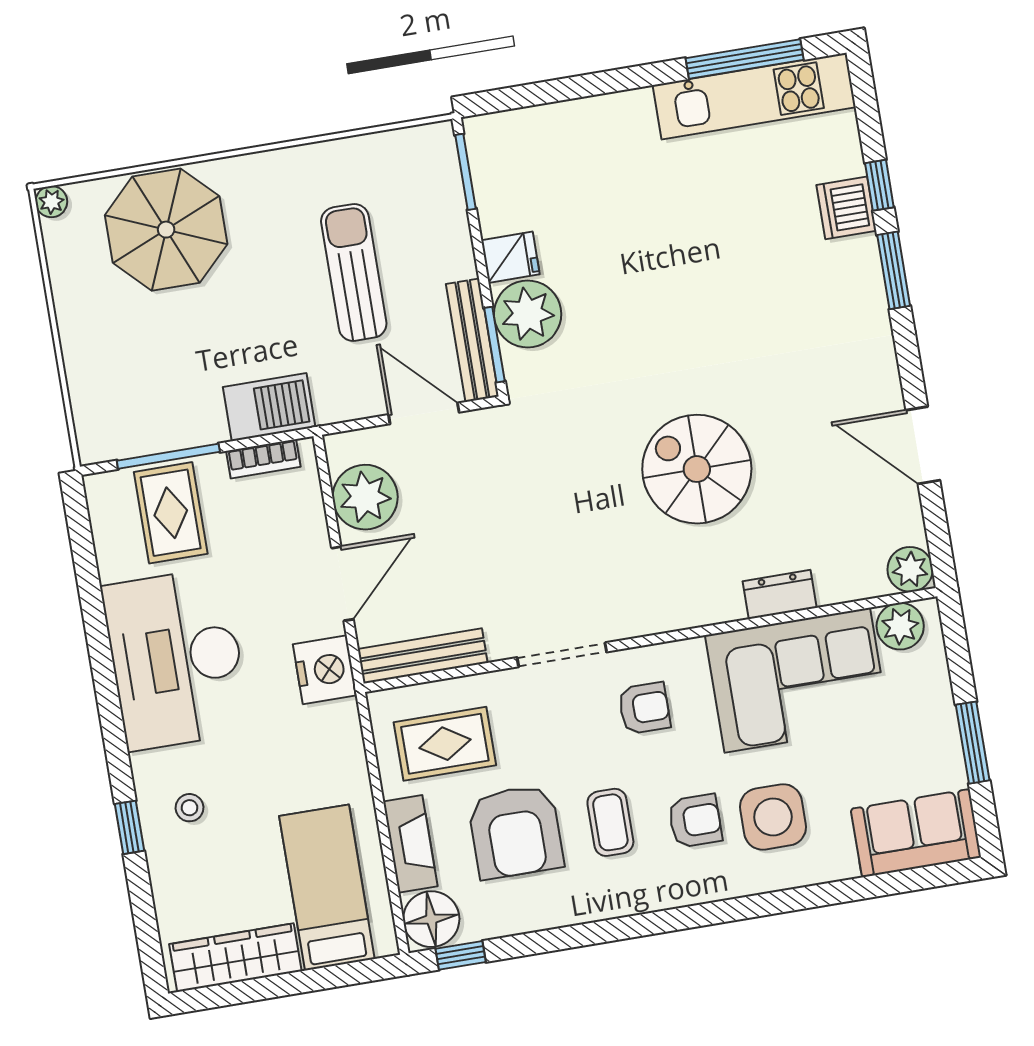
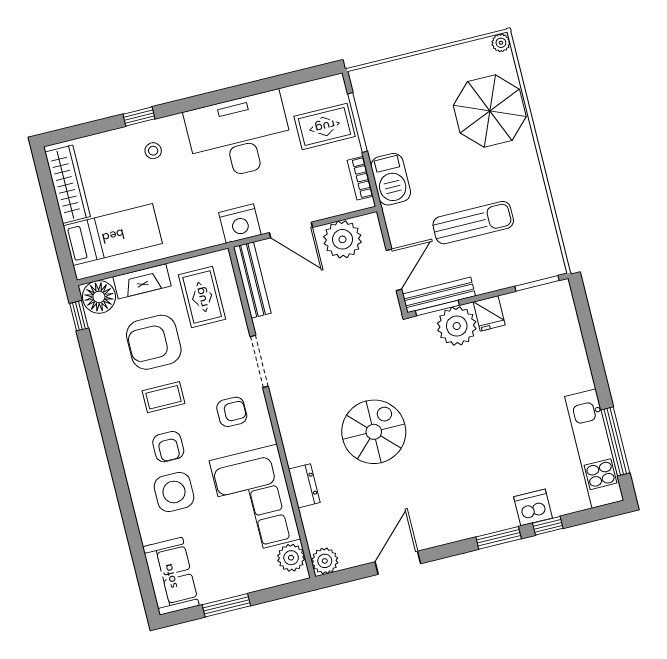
armchair: (644, 708) -> (232, 412), turned -90

